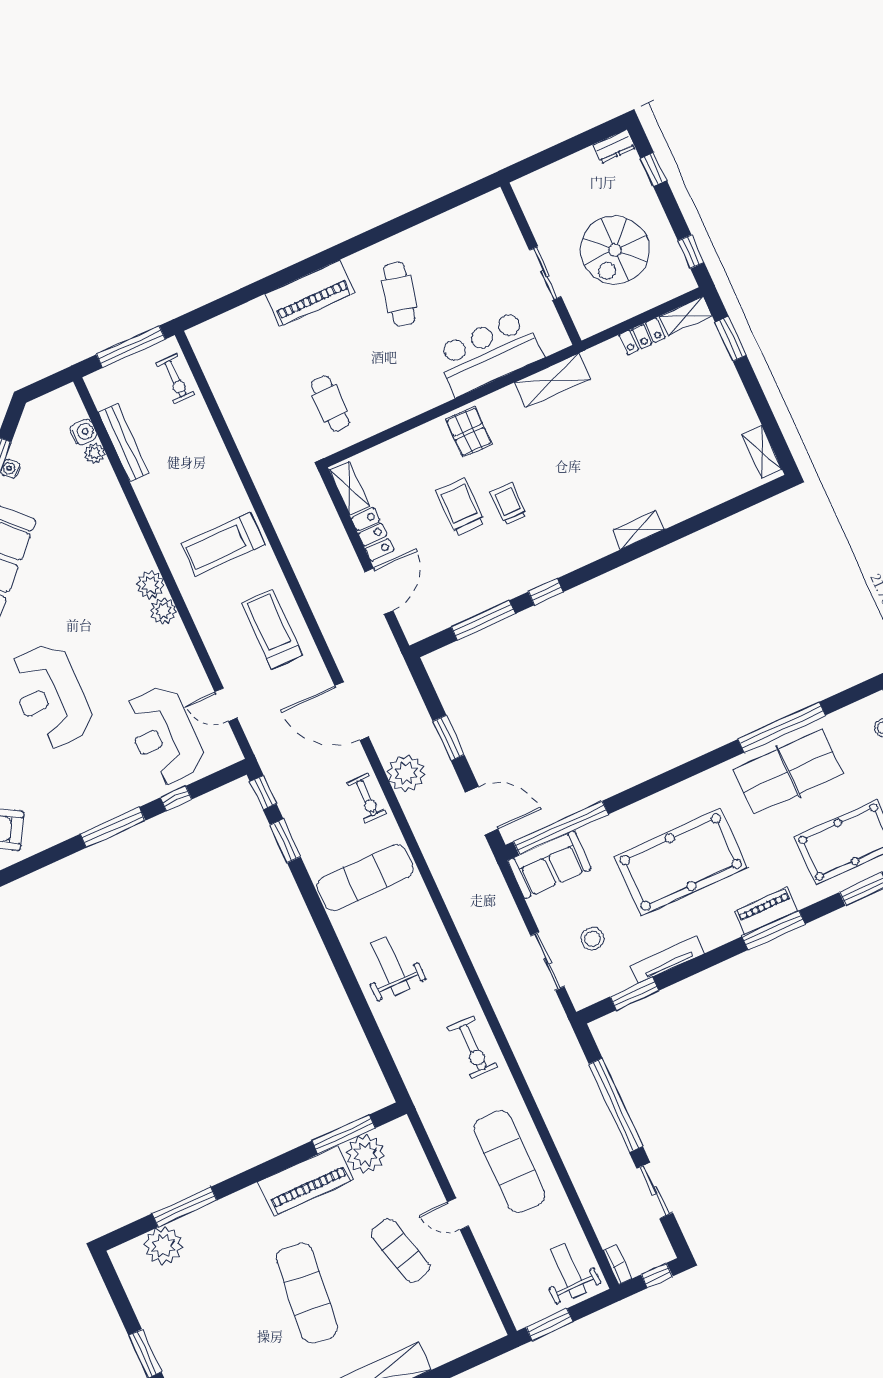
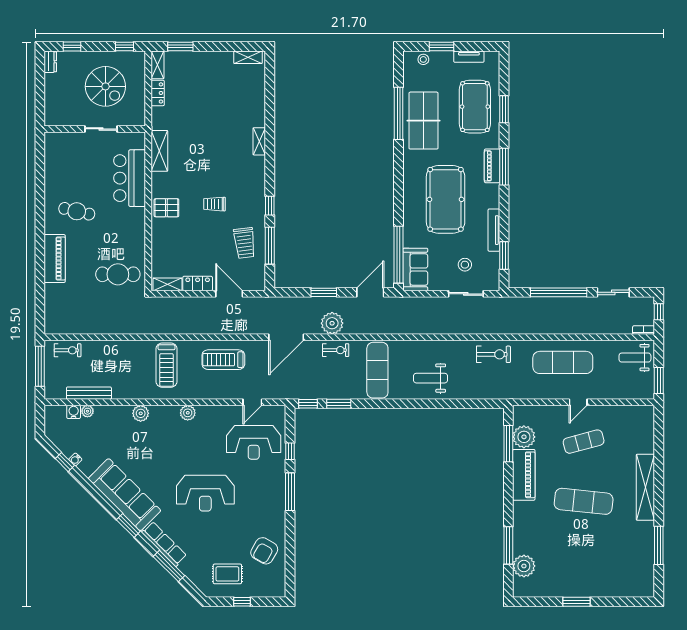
cafe table: (330, 403) -> (118, 274), width x1.37, depth x1.35
trolley: (461, 507) -> (245, 243), moved, turned -97
plant: (150, 585) -> (141, 413), moved

